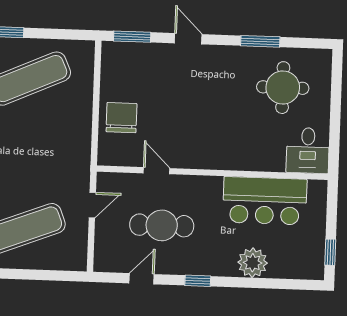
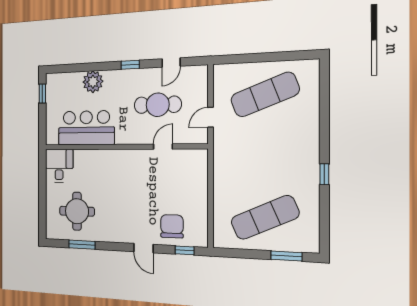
window: (132, 37) -> (185, 250), width x0.67
window: (260, 41) -> (82, 245), moved
chair: (121, 118) -> (172, 226), moved, turned 180
door: (157, 171) -> (163, 147), swing flipped

